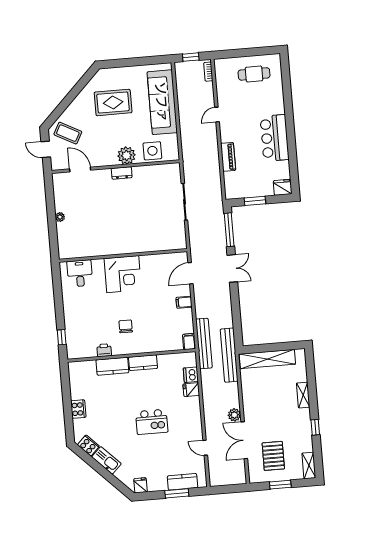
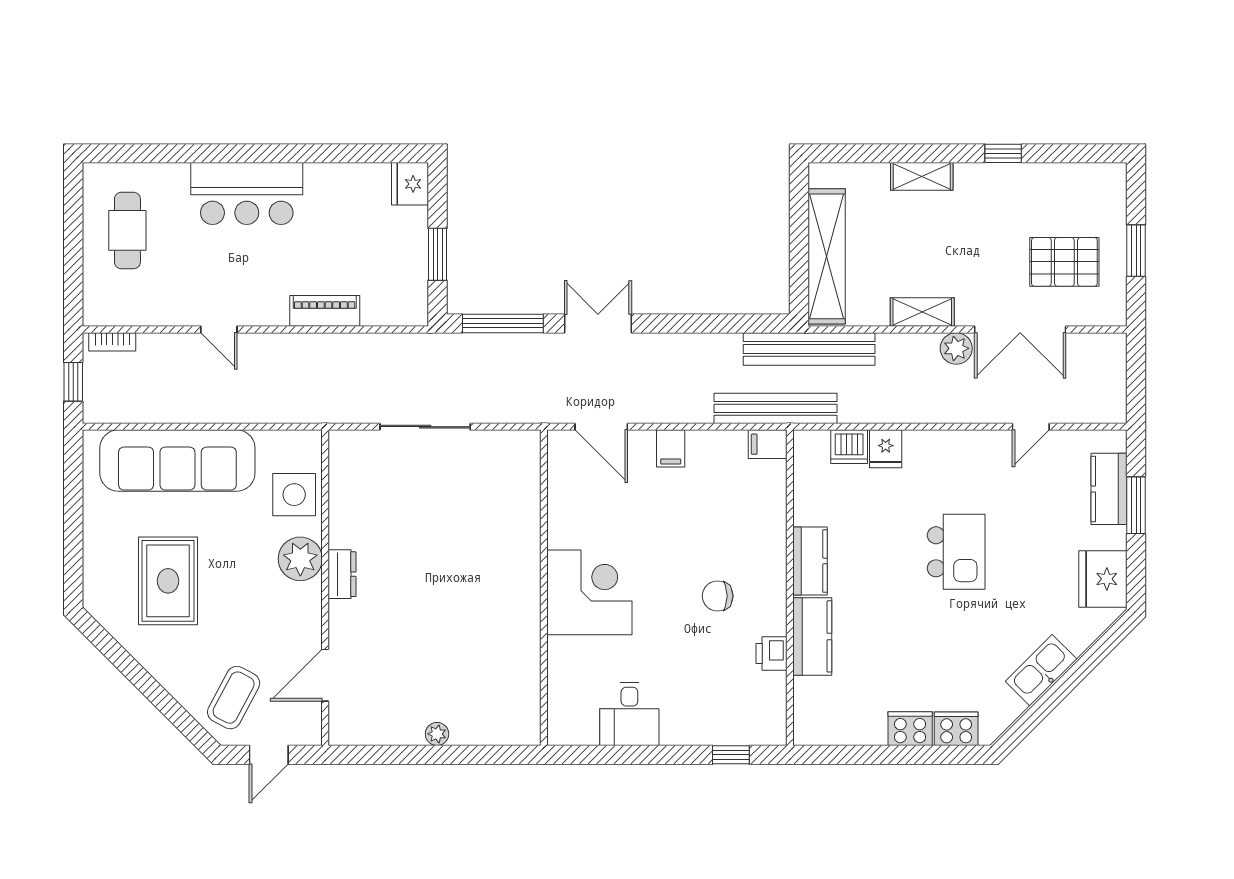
bar counter: (275, 138) -> (247, 194), moved
desk: (80, 273) -> (629, 714), moved, turned -90
cooker: (88, 445) -> (956, 729), moved, turned 45
shelving: (309, 465) -> (922, 312), moved
fridge: (140, 485) -> (1103, 579), width x1.88, depth x1.34

